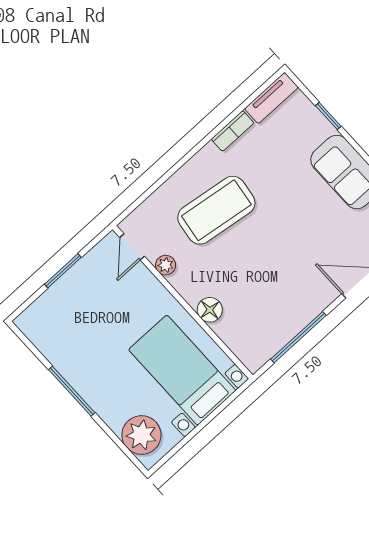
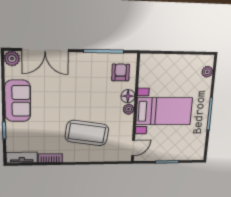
plant: (166, 265) -> (129, 109), moved
armchair: (250, 331) -> (121, 72), added
bed with nightstands: (182, 370) -> (164, 111), moved, turned -90
plant: (141, 435) -> (207, 72), width x0.53, depth x0.53

